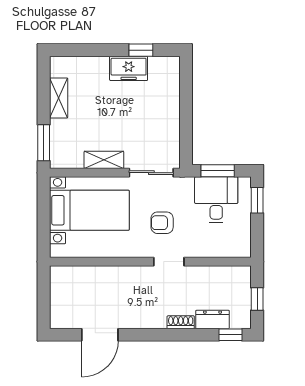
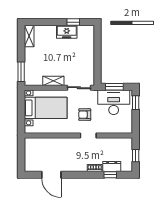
shelving: (59, 98) -> (29, 36), moved
desk: (216, 200) -> (114, 102), width x1.37
door: (100, 335) -> (51, 175), hinge flipped
window: (230, 335) -> (110, 175), moved

